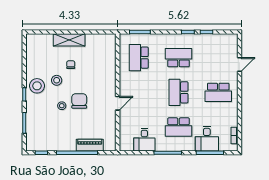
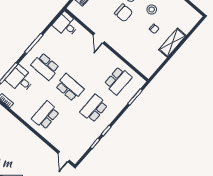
school desk: (139, 58) -> (118, 81), turned 90
school desk: (179, 58) -> (94, 108), turned 180
door: (239, 65) -> (64, 157), moved
school desk: (179, 127) -> (45, 67), turned -90
desk: (144, 140) -> (66, 25), moved

